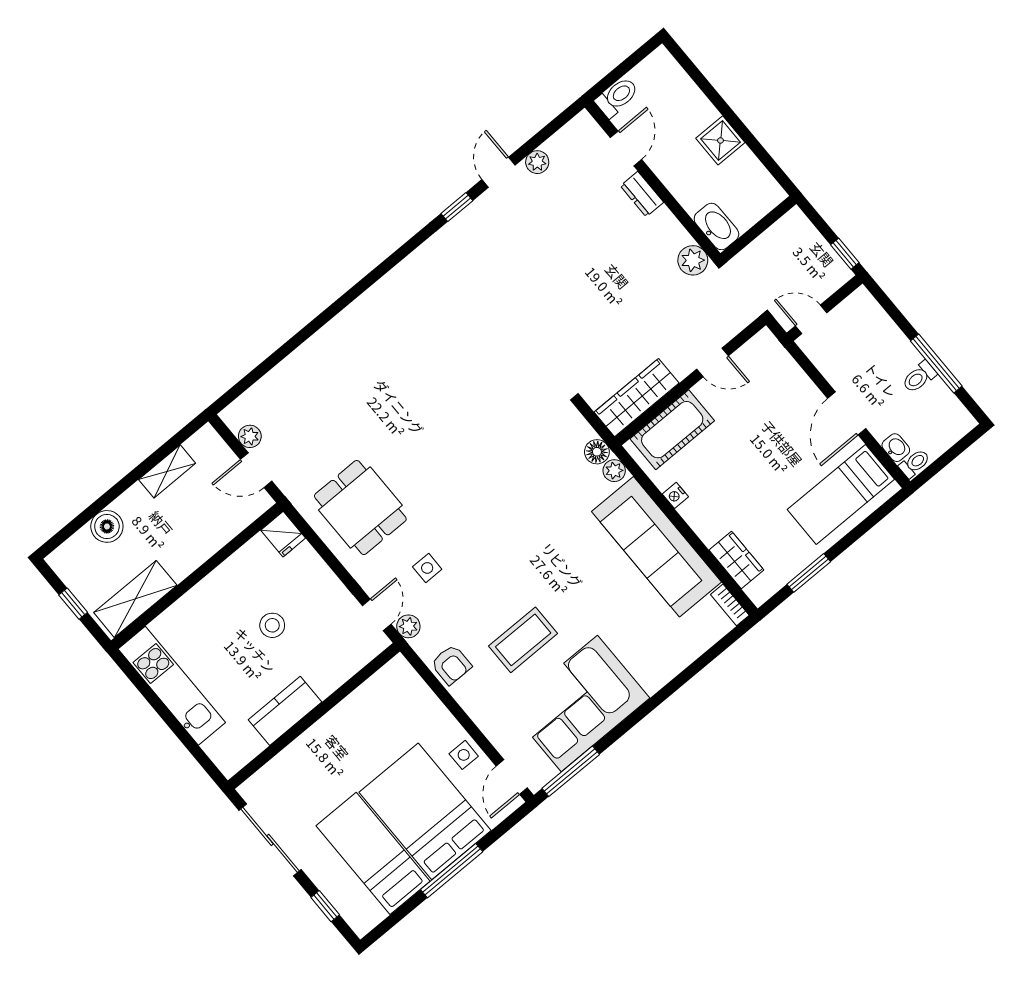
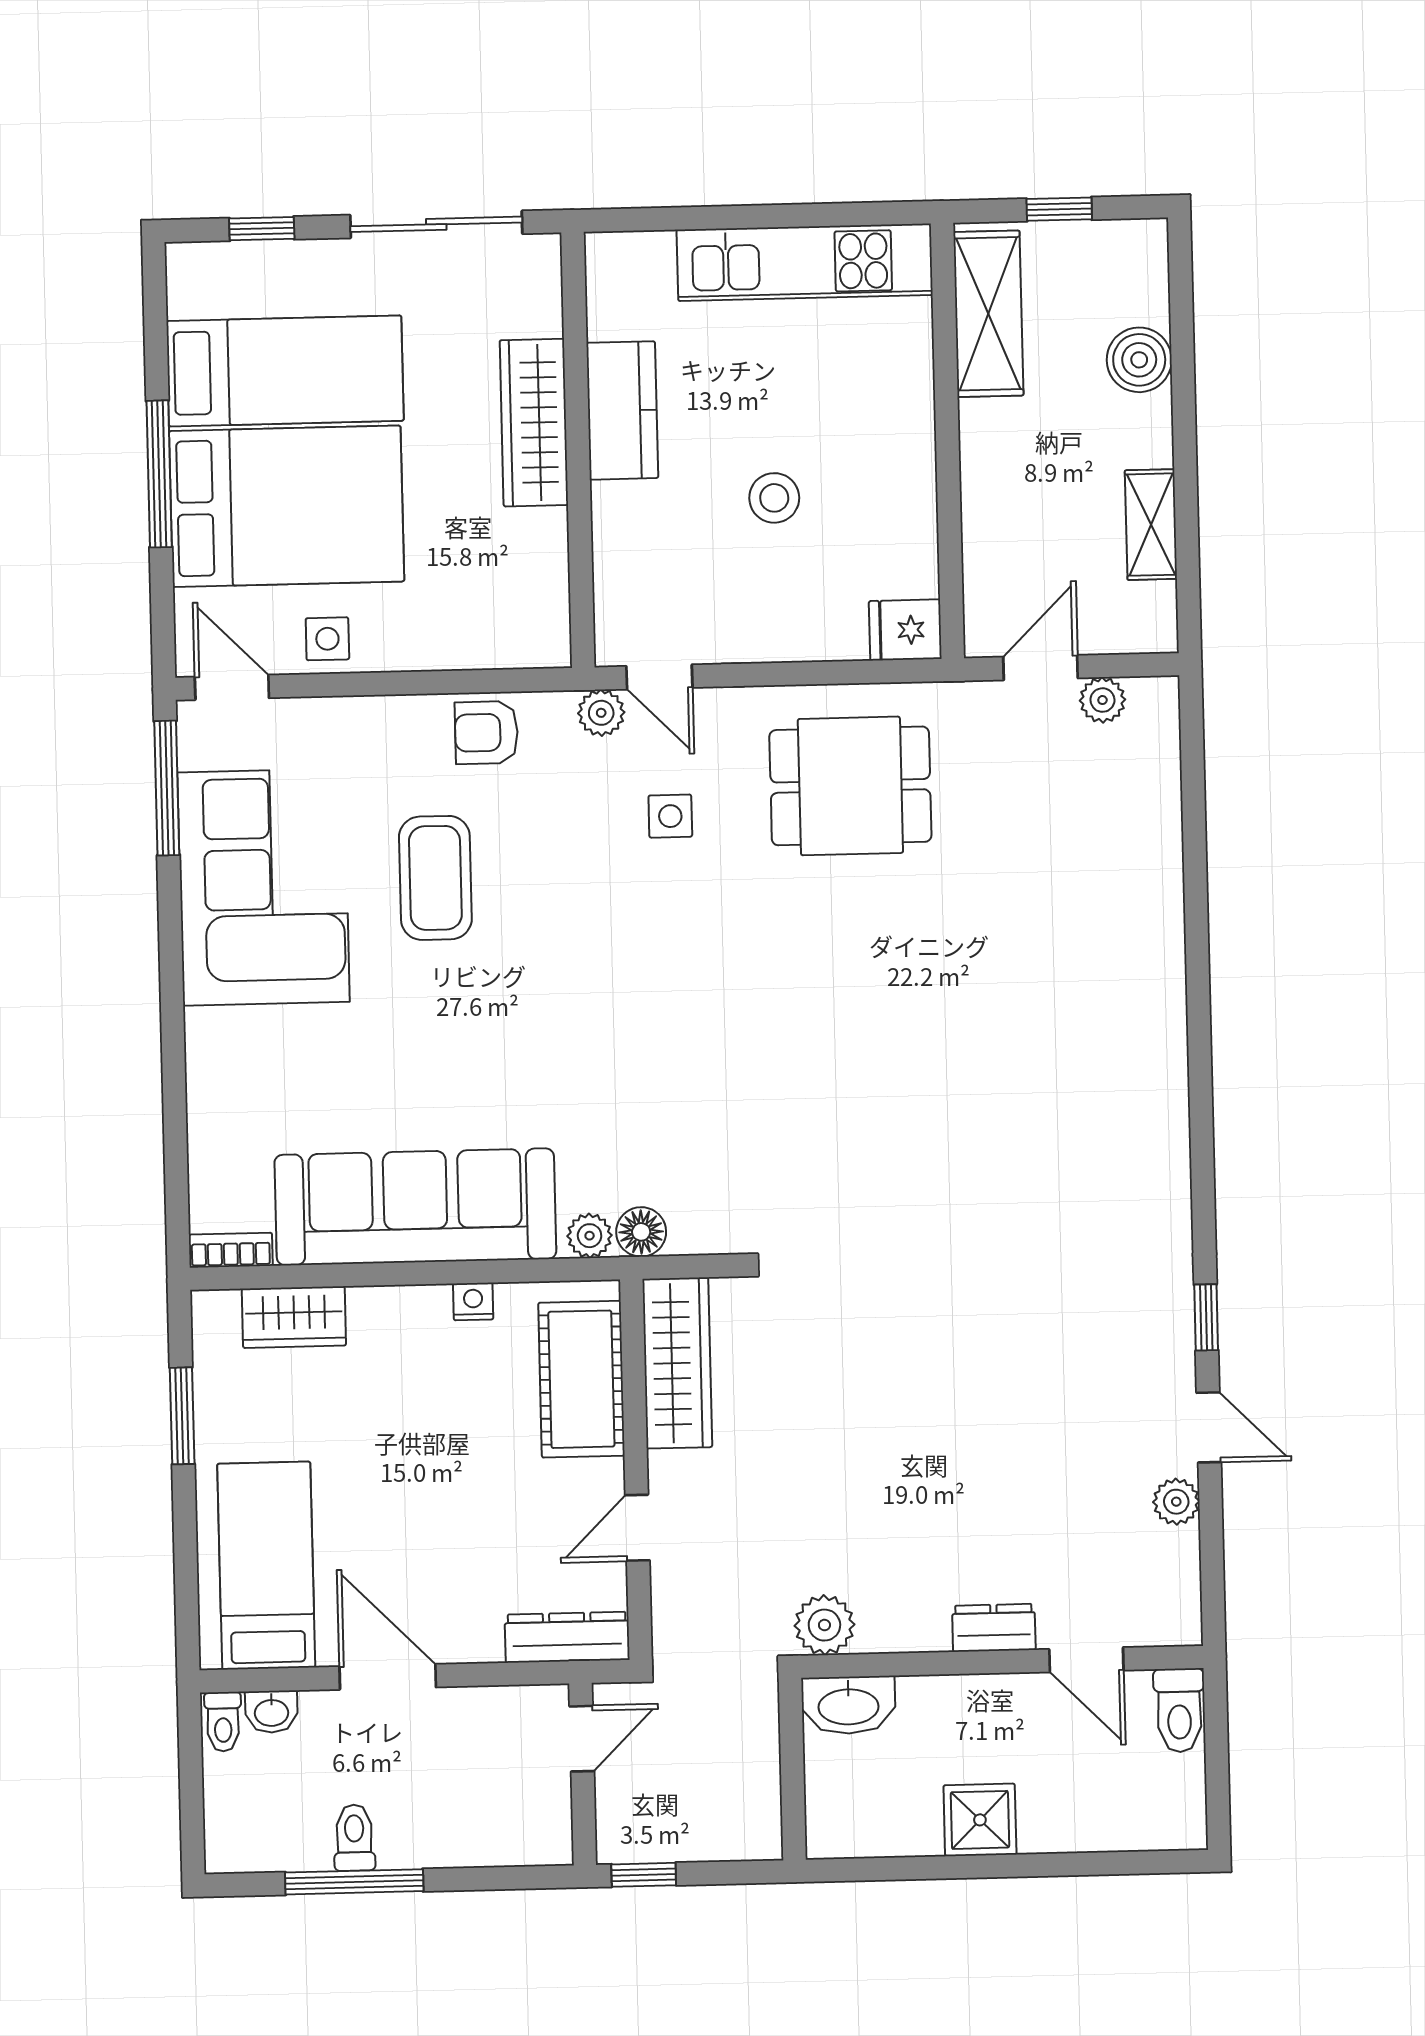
dresser: (776, 356) -> (567, 1637), added
wardrobe: (317, 741) -> (534, 423), added

